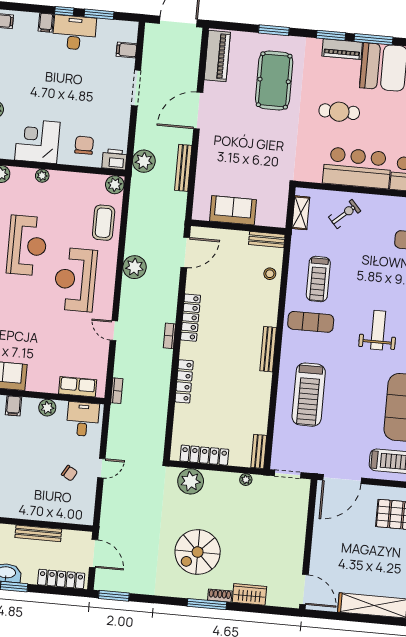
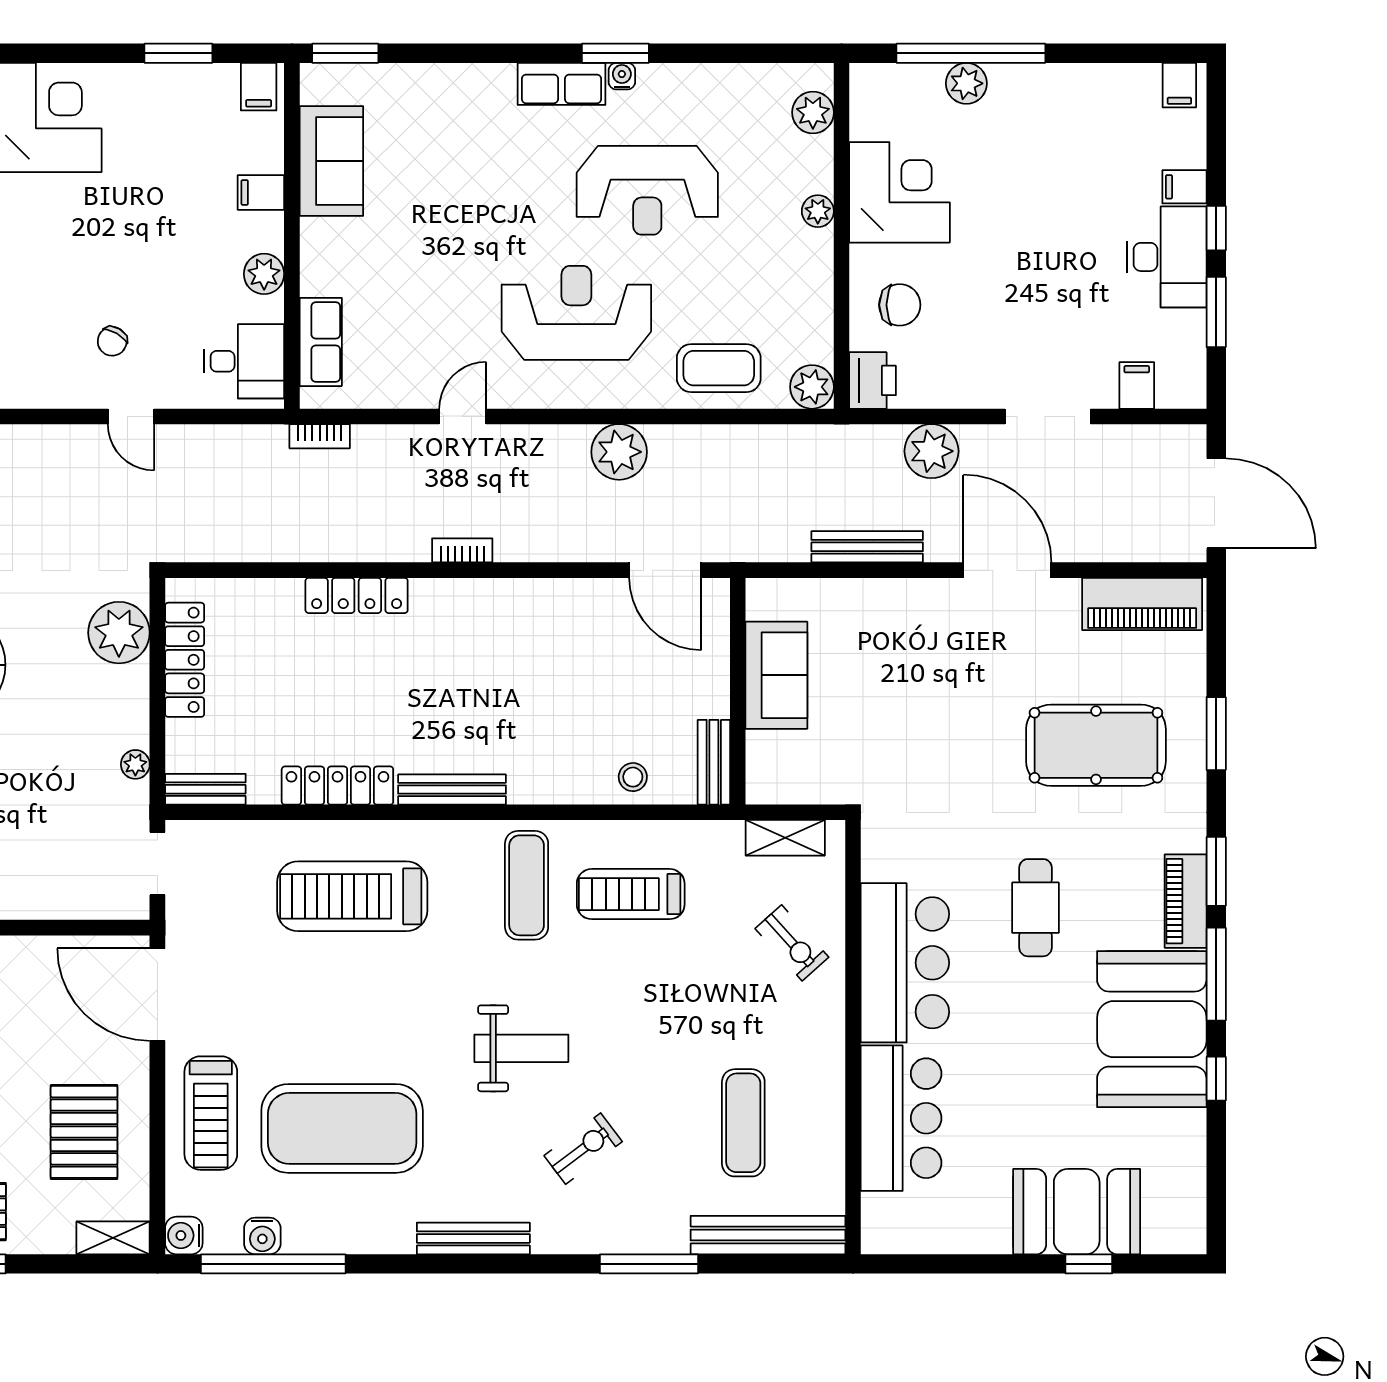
plant: (144, 161) -> (931, 451), moved
locker: (191, 318) -> (337, 786), moved, turned 180

